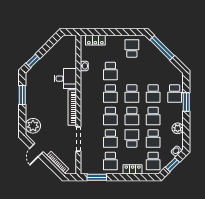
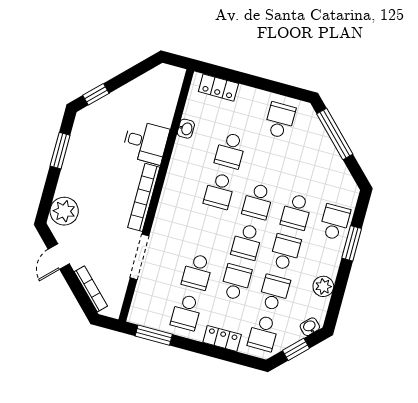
school desk: (175, 93) -> (335, 222), turned 180
school desk: (110, 116) -> (208, 231), removed
school desk: (153, 116) -> (285, 252), turned 180
school desk: (153, 138) -> (274, 293), turned 180

